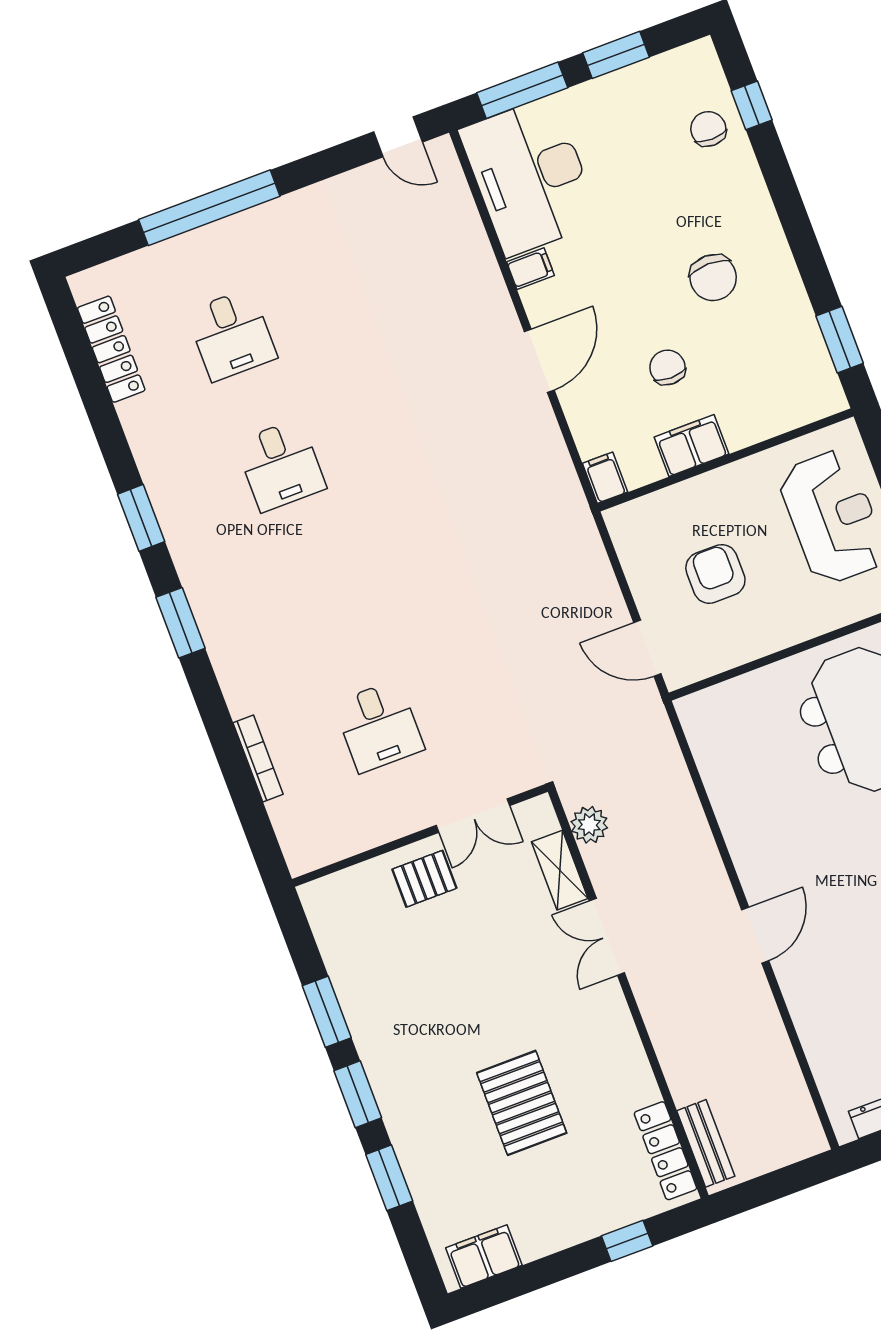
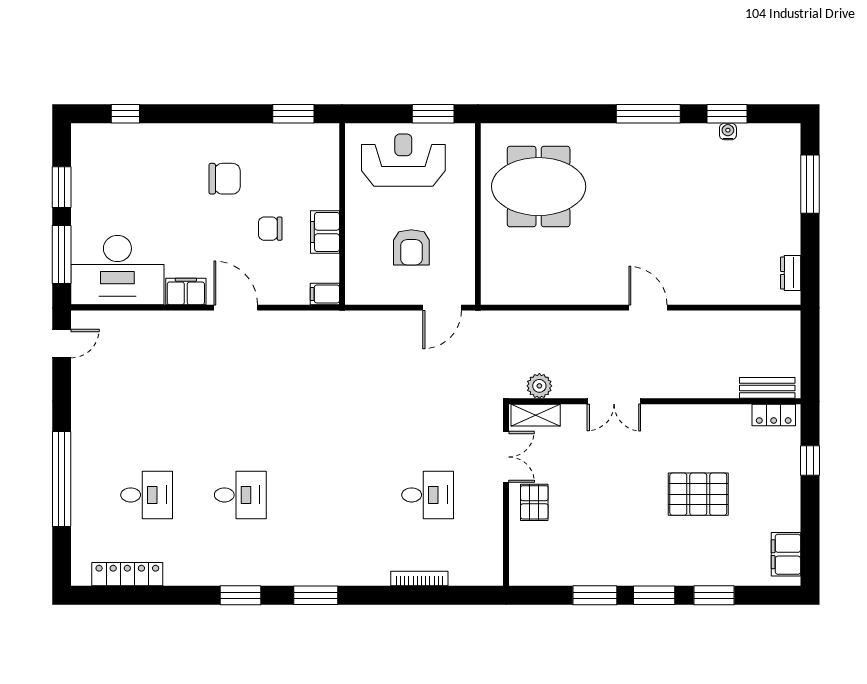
chair: (708, 129) -> (130, 147), removed
filing cabinet: (530, 269) -> (186, 291), width x2.00
armchair: (715, 574) -> (411, 247), turned -90
shelving: (560, 870) -> (536, 415), moved
locker: (665, 1151) -> (774, 415), width x0.66

